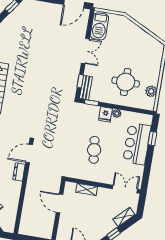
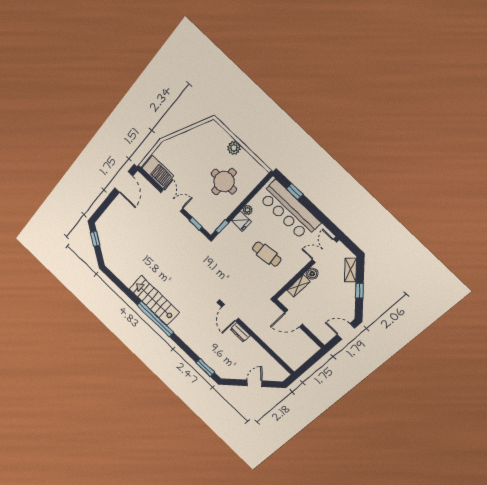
bench: (86, 87) -> (205, 222), removed
plant: (151, 91) -> (234, 148), moved
bar counter: (137, 144) -> (289, 210), width x1.36
boiler: (103, 193) -> (312, 274), added

